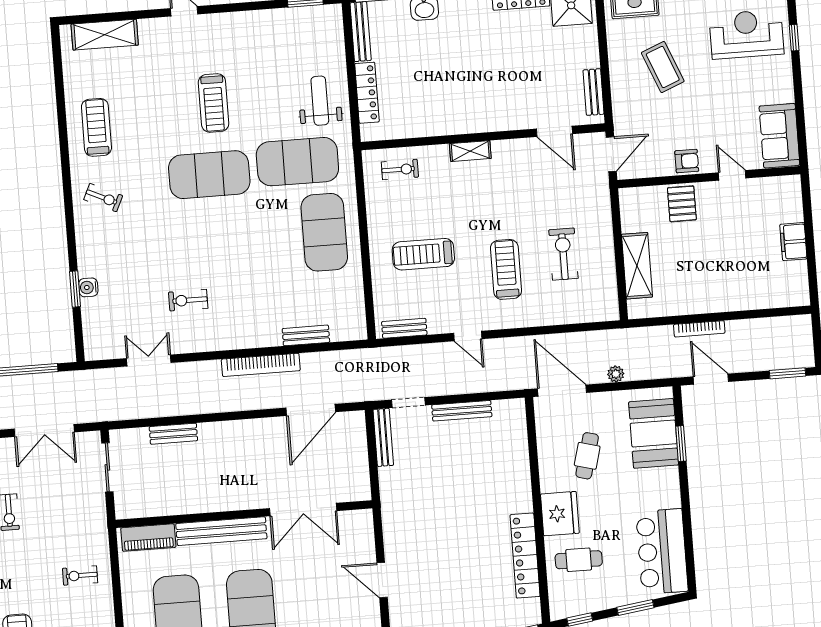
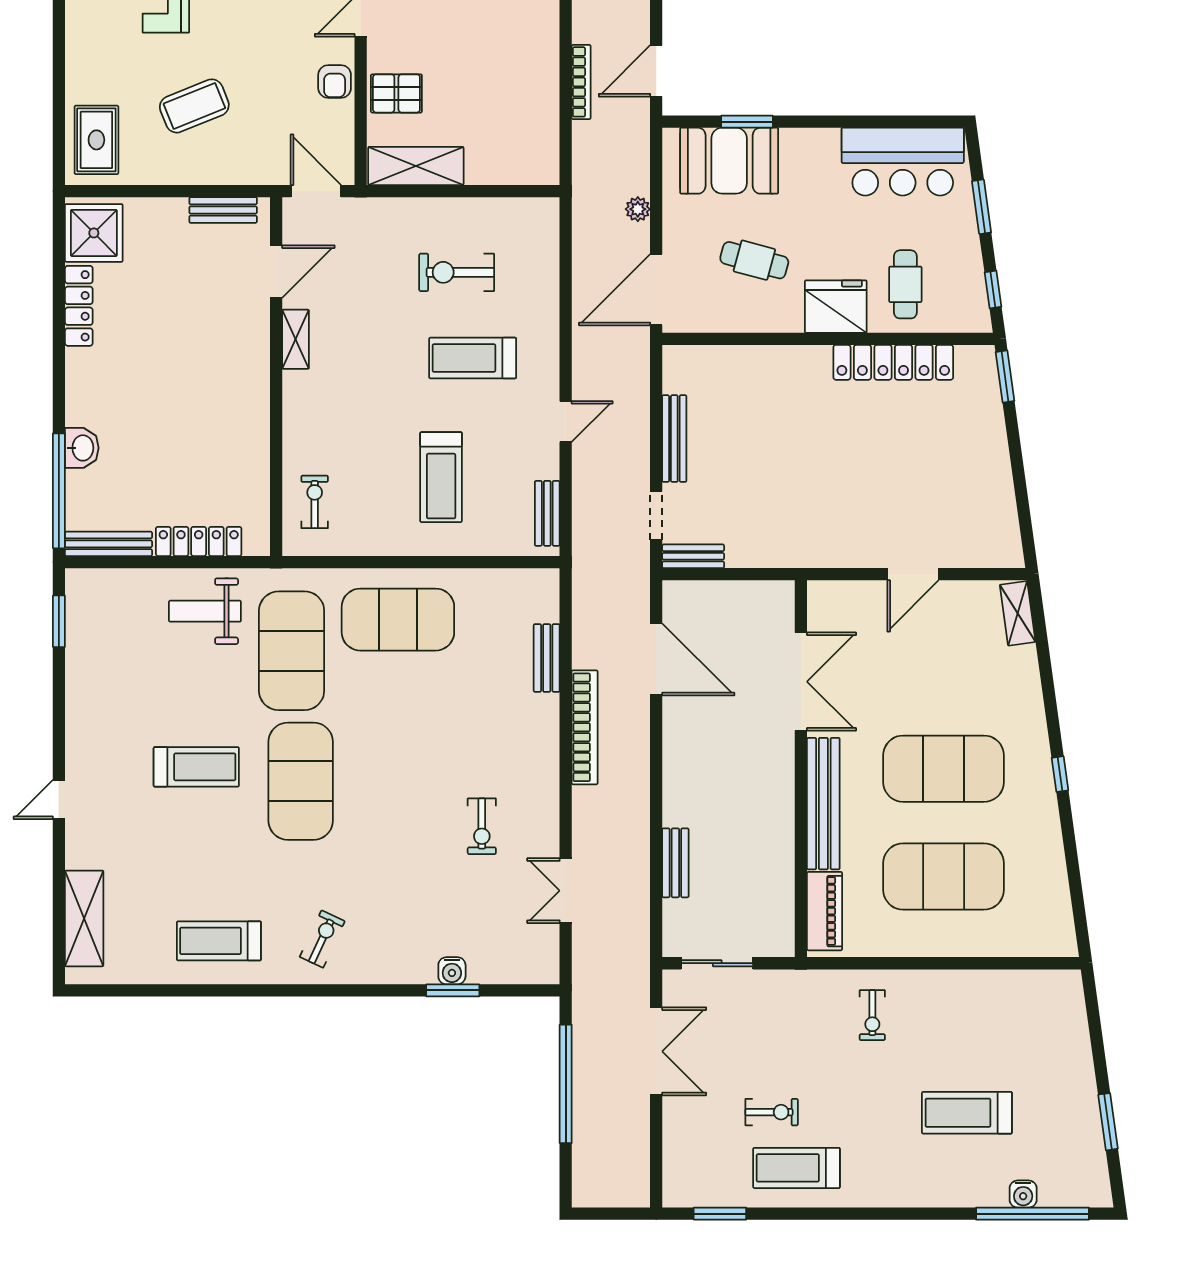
shelving: (470, 151) -> (295, 339), moved
armchair: (687, 161) -> (335, 81), turned 180
shelving: (637, 266) -> (416, 166), moved
bench: (383, 437) -> (693, 556), width x0.73

